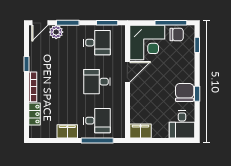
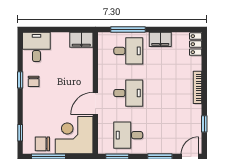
plant: (56, 32) -> (172, 147), removed
window: (27, 64) -> (204, 124), moved
chair: (185, 92) -> (34, 81), width x0.54, depth x0.54
locker: (35, 114) -> (196, 44), moved
desk: (97, 121) -> (128, 51), turned 180

